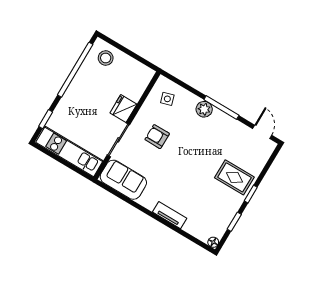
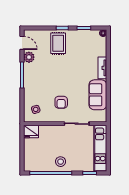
stool: (106, 58) -> (61, 162), moved
fridge: (123, 109) -> (31, 132), moved
plant: (204, 109) -> (29, 57), moved
door: (262, 132) -> (22, 43), swing flipped
sofa: (123, 180) -> (98, 95), moved

